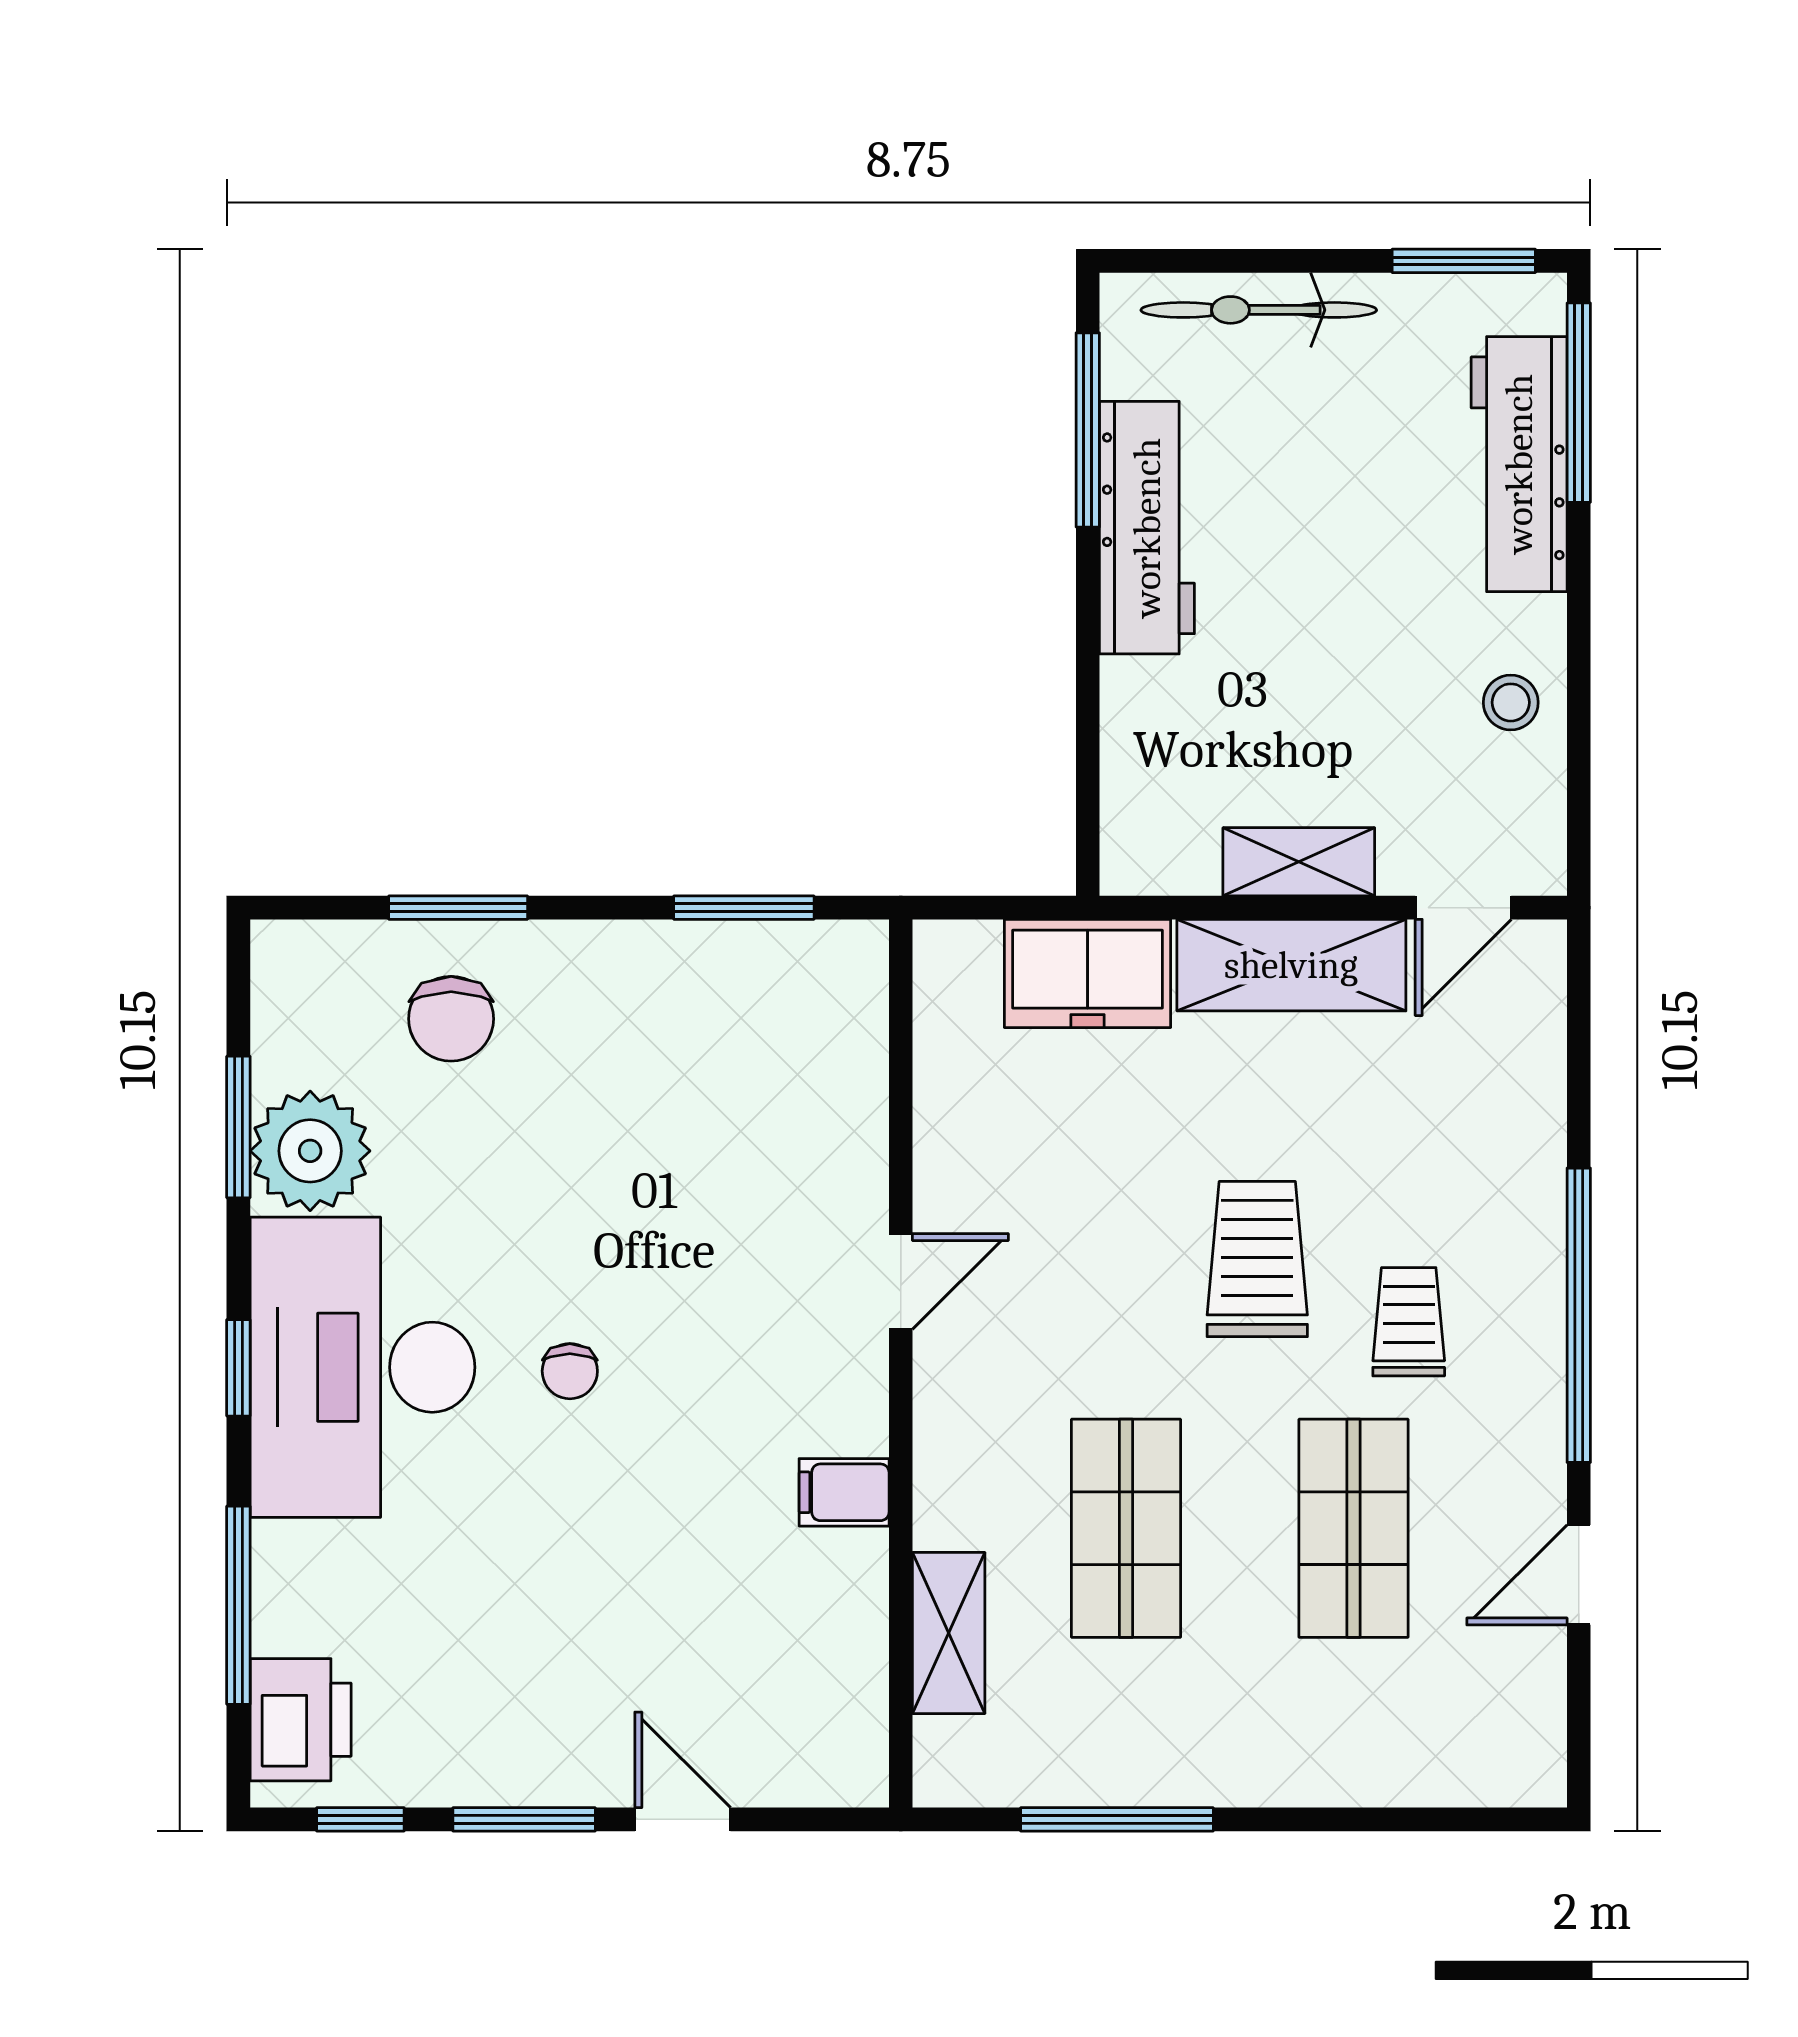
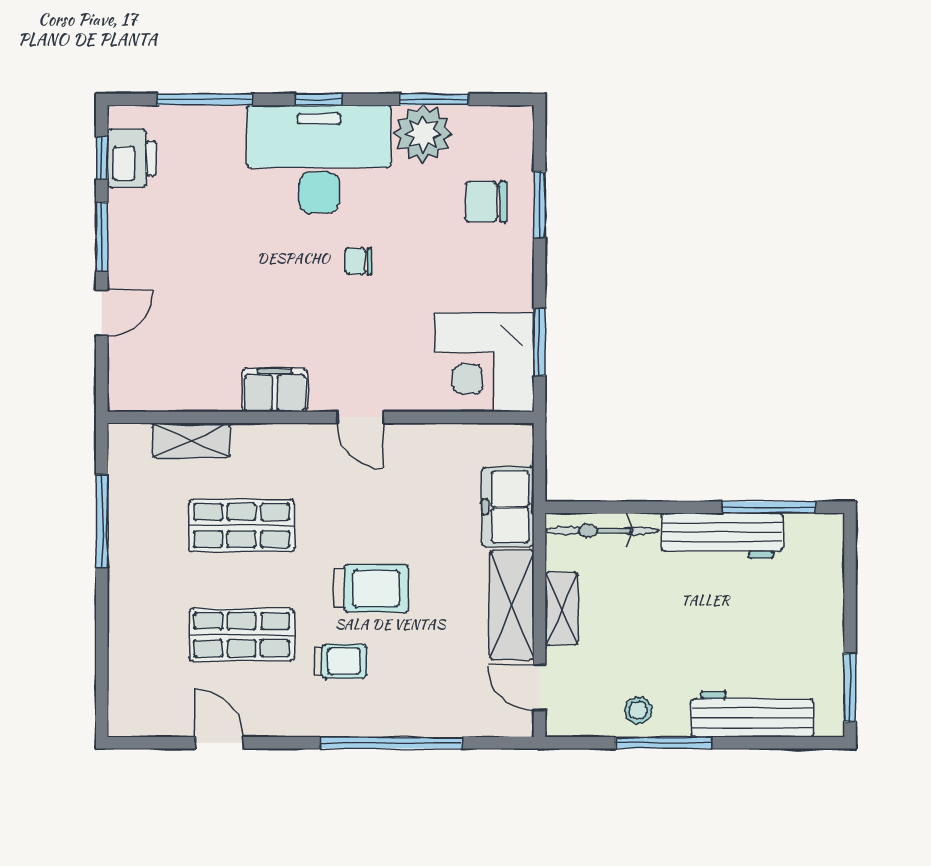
bicycle: (1259, 310) -> (602, 531), moved, turned -90
window: (1579, 403) -> (663, 743), moved
corner desk: (786, 1022) -> (485, 362), added
window: (1579, 1315) -> (391, 743), moved
chair: (570, 1371) -> (358, 261), moved
filing cabinet: (844, 1492) -> (275, 390), width x2.00
printer: (301, 1720) -> (132, 158), moved, turned -90

